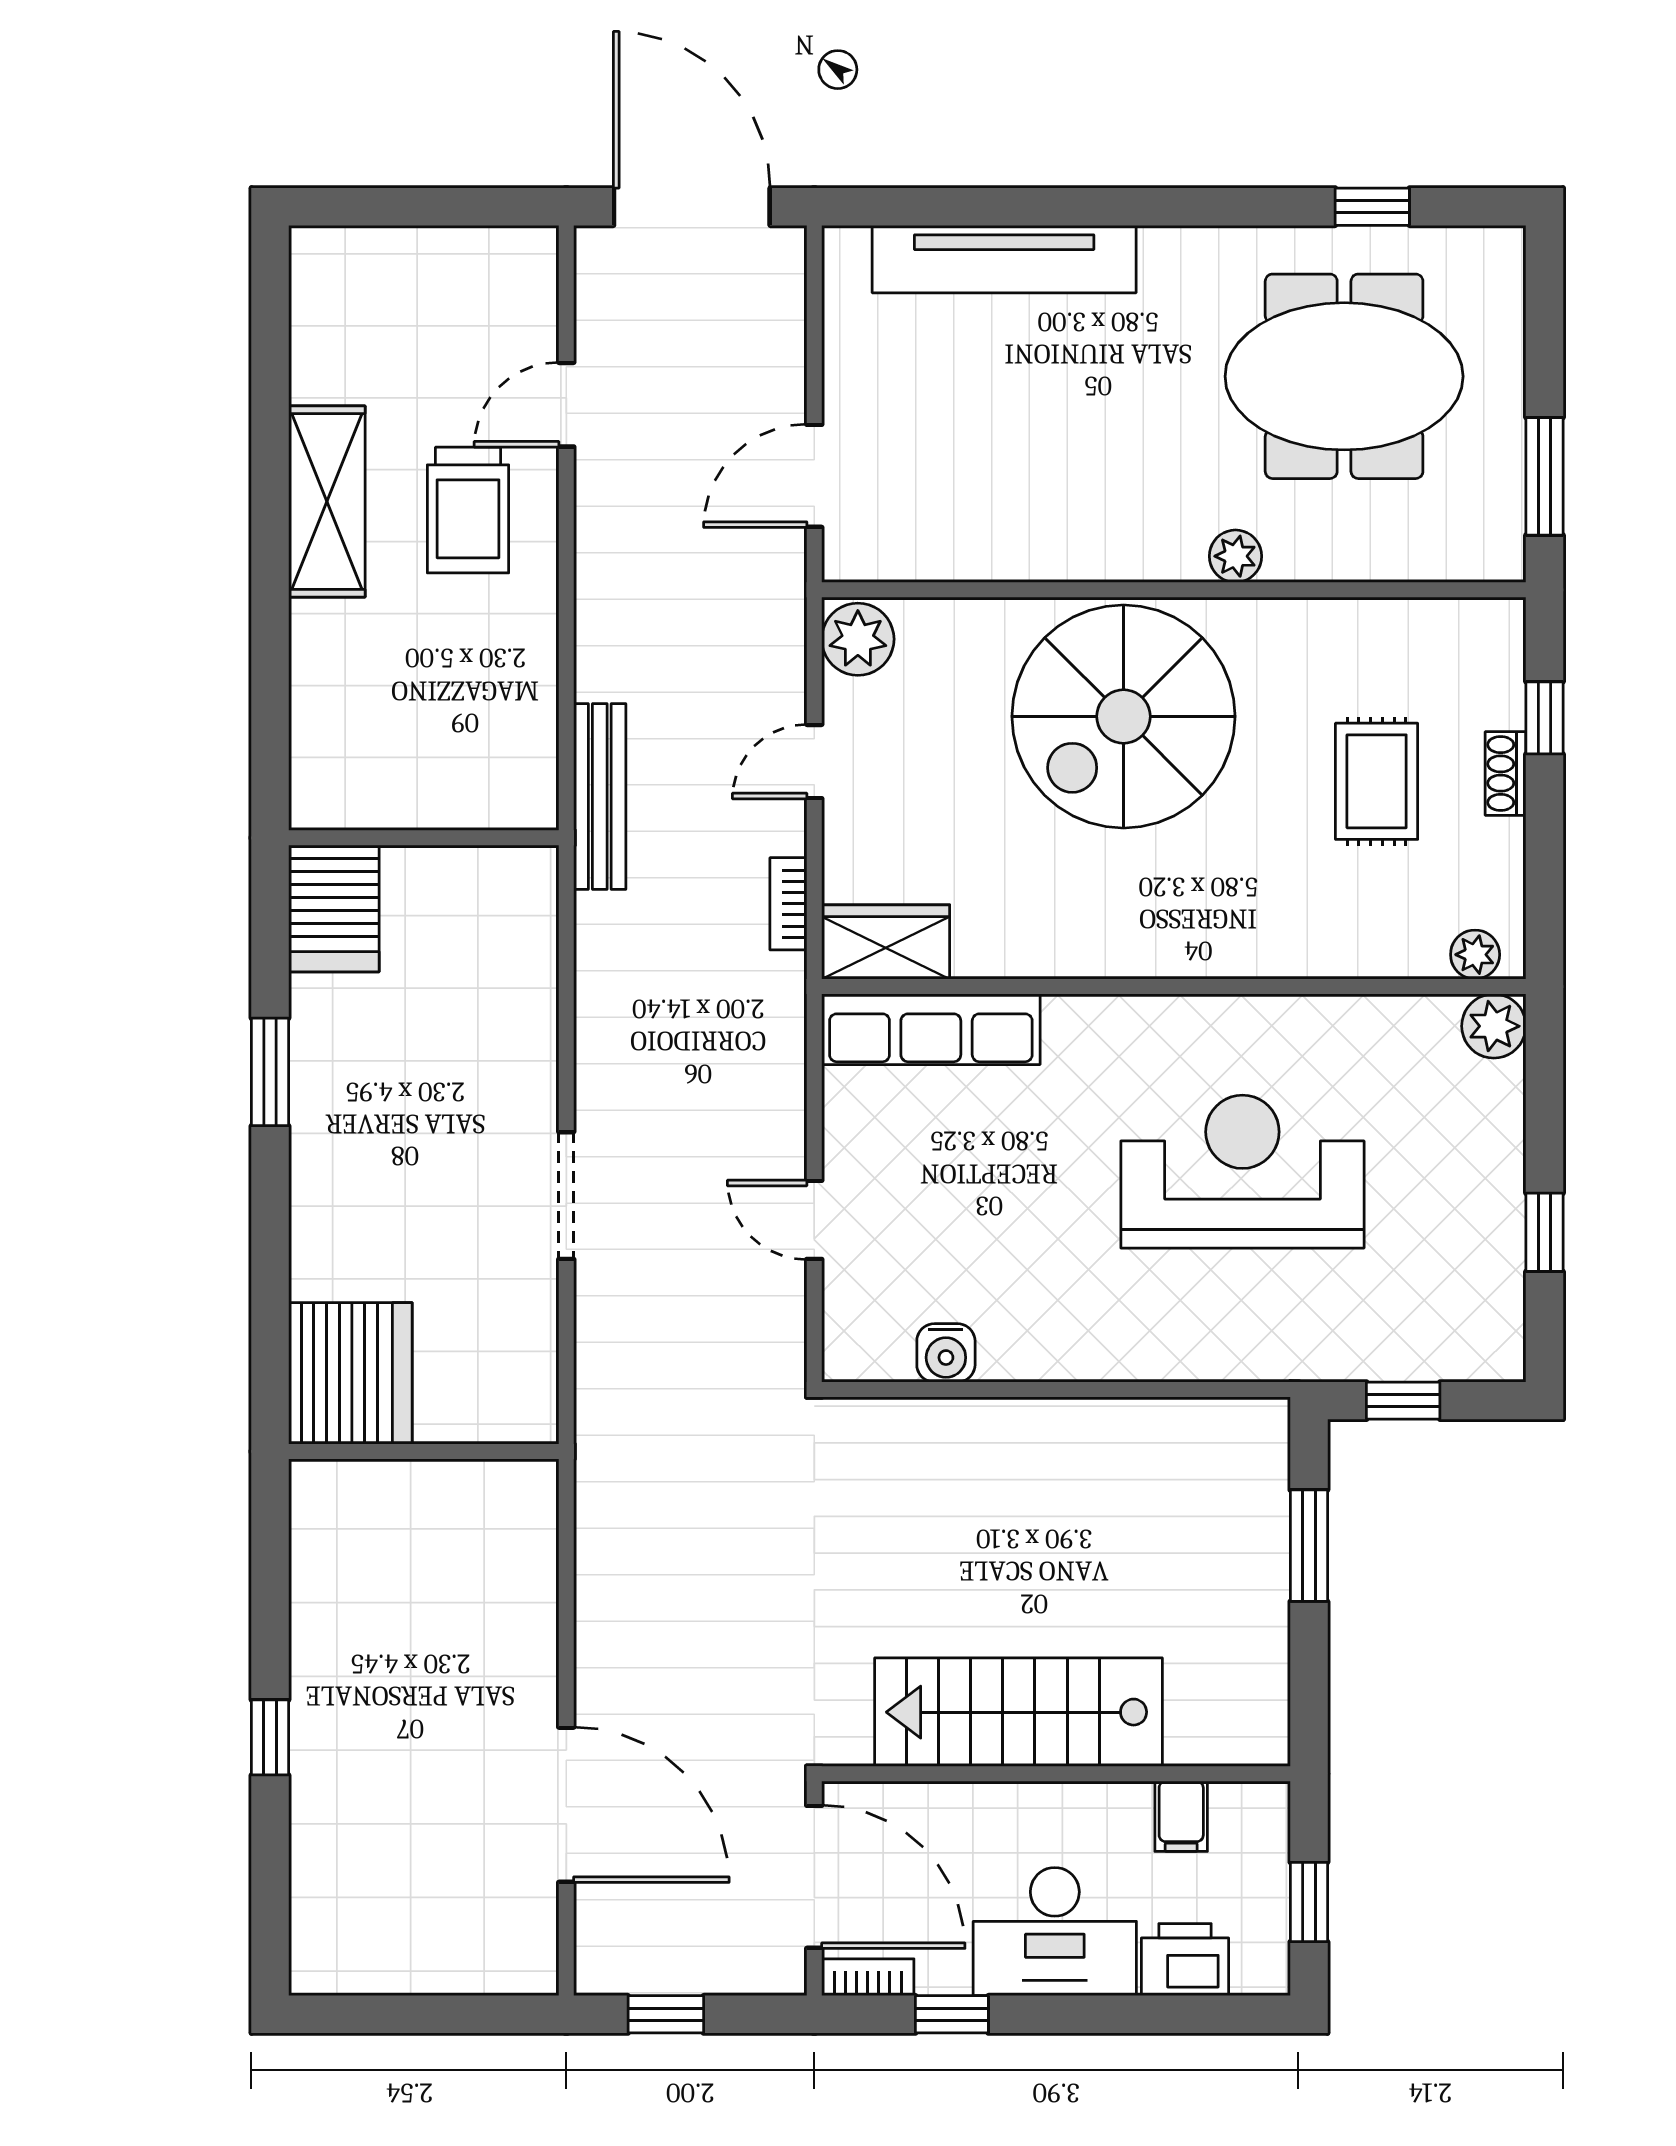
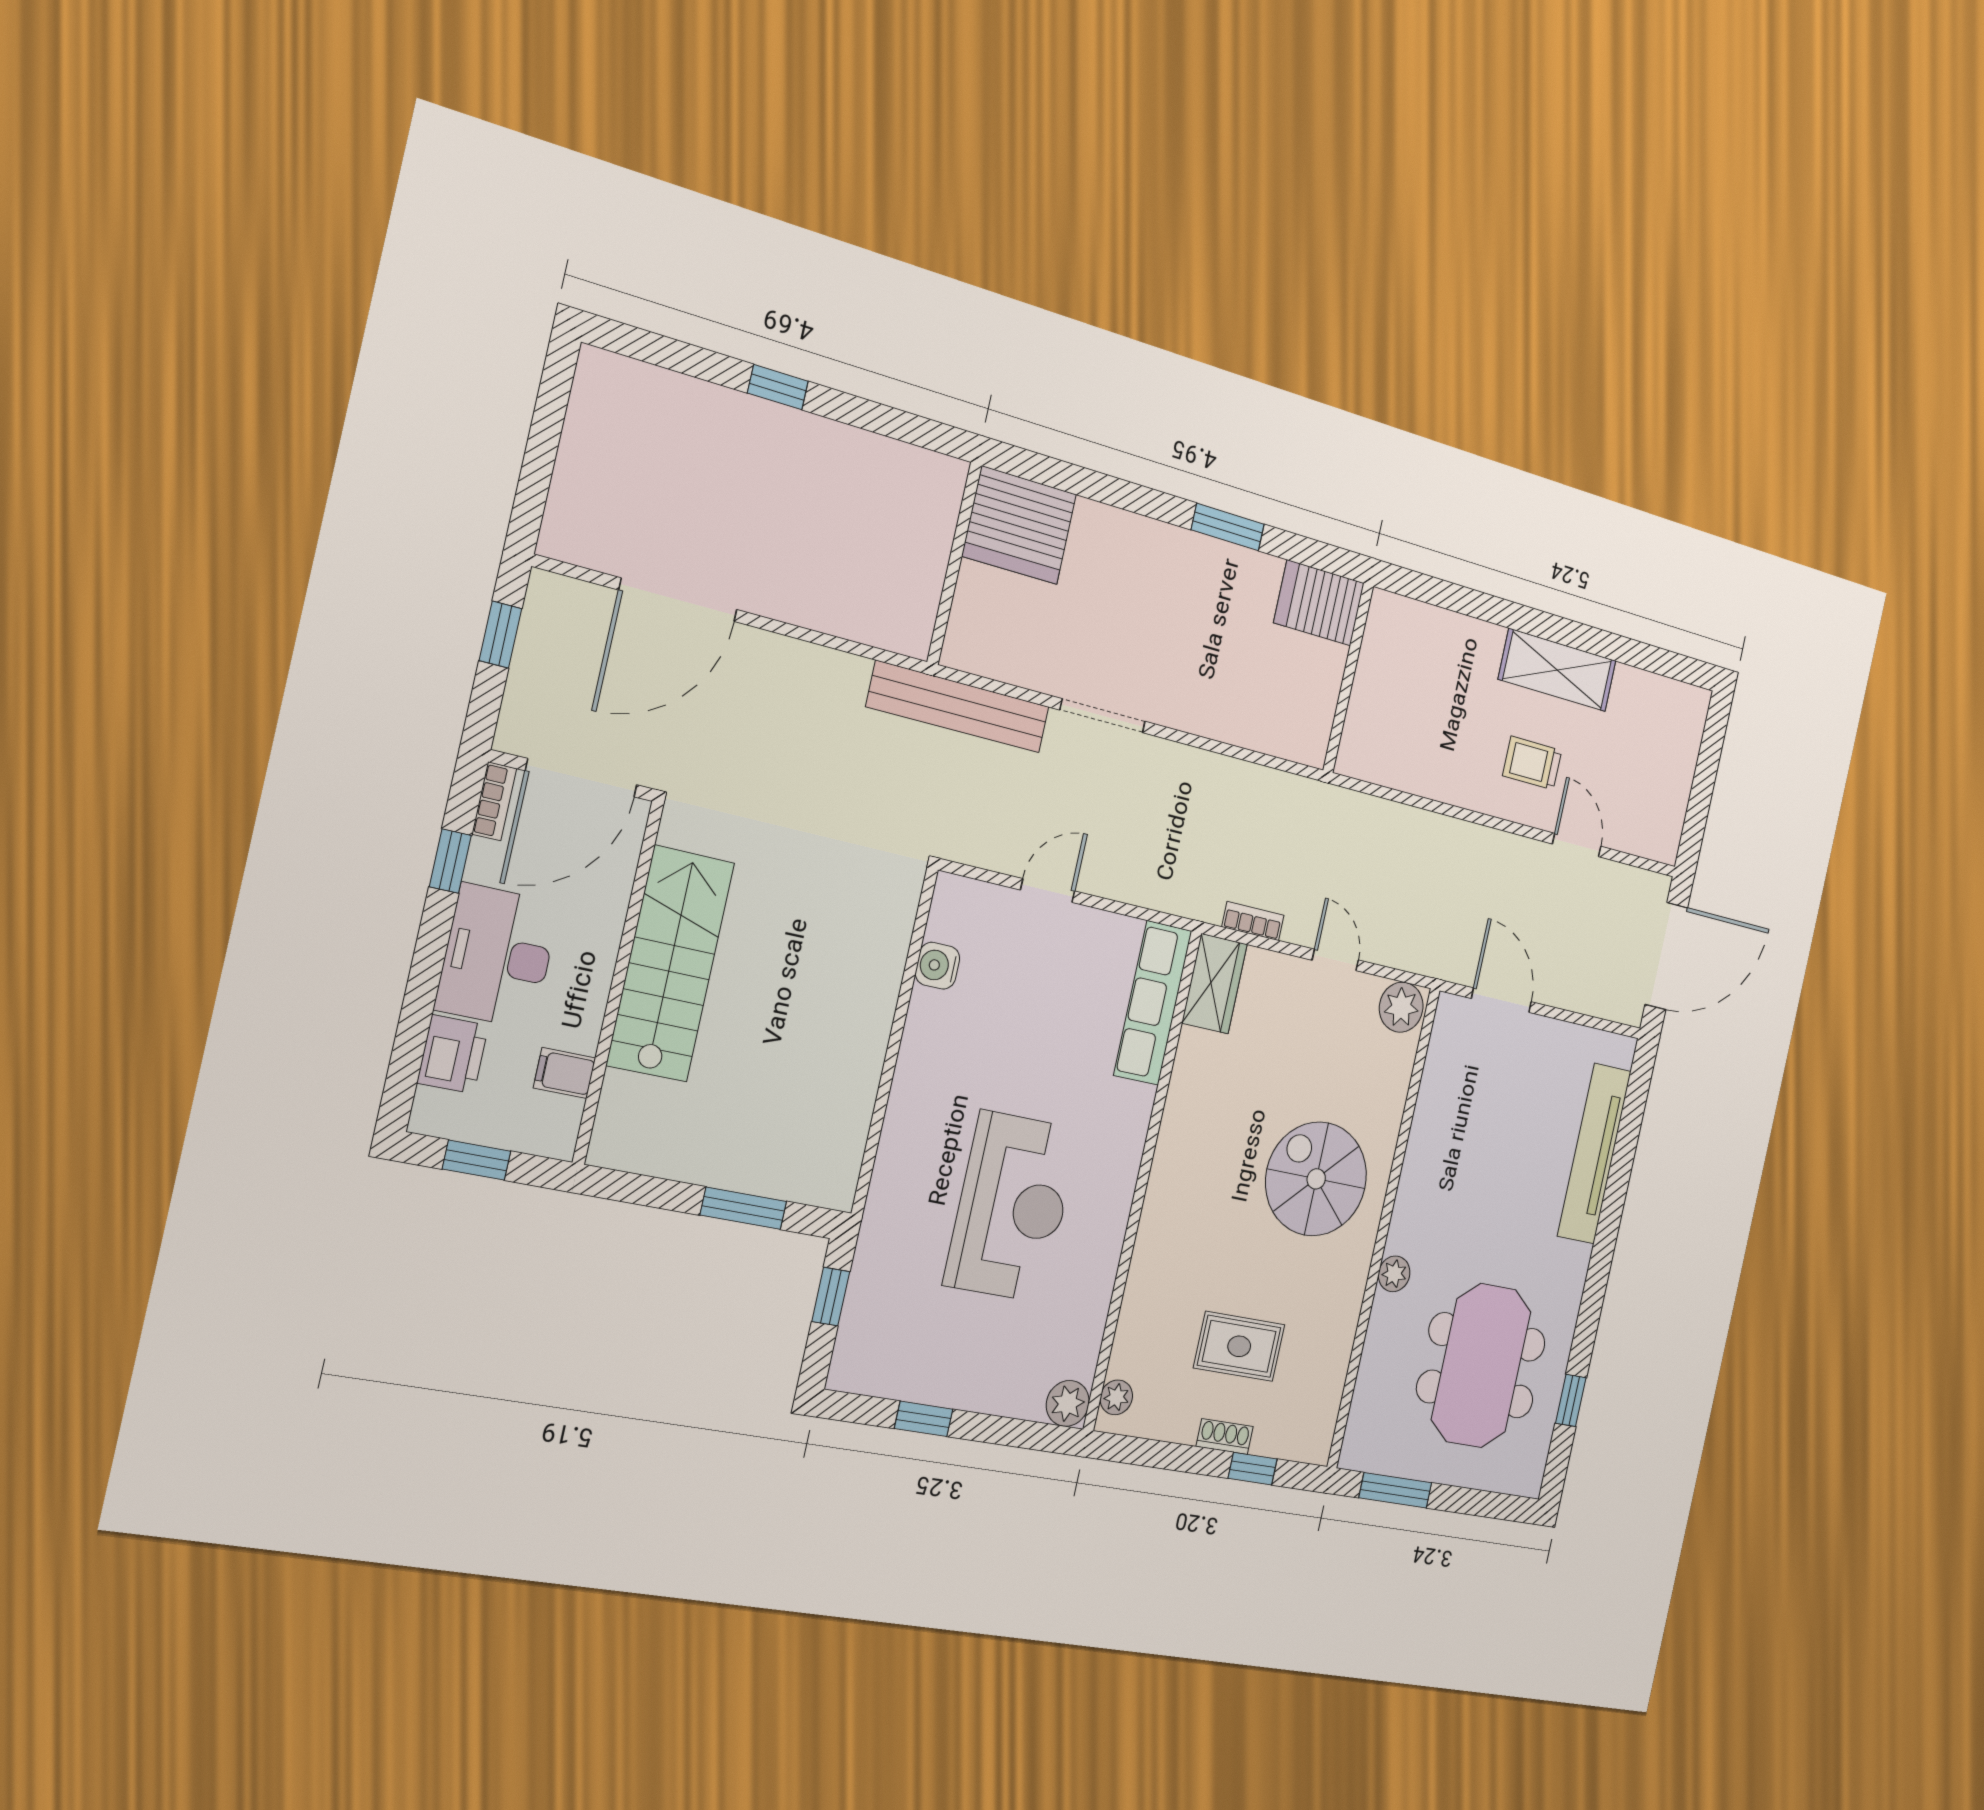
trolley: (468, 510) -> (1532, 763), width x0.73, depth x0.72
spiral stairs: (1124, 716) -> (1316, 1179), width x0.73, depth x0.73
bench: (600, 797) -> (958, 707), moved, width x1.37, depth x1.21

